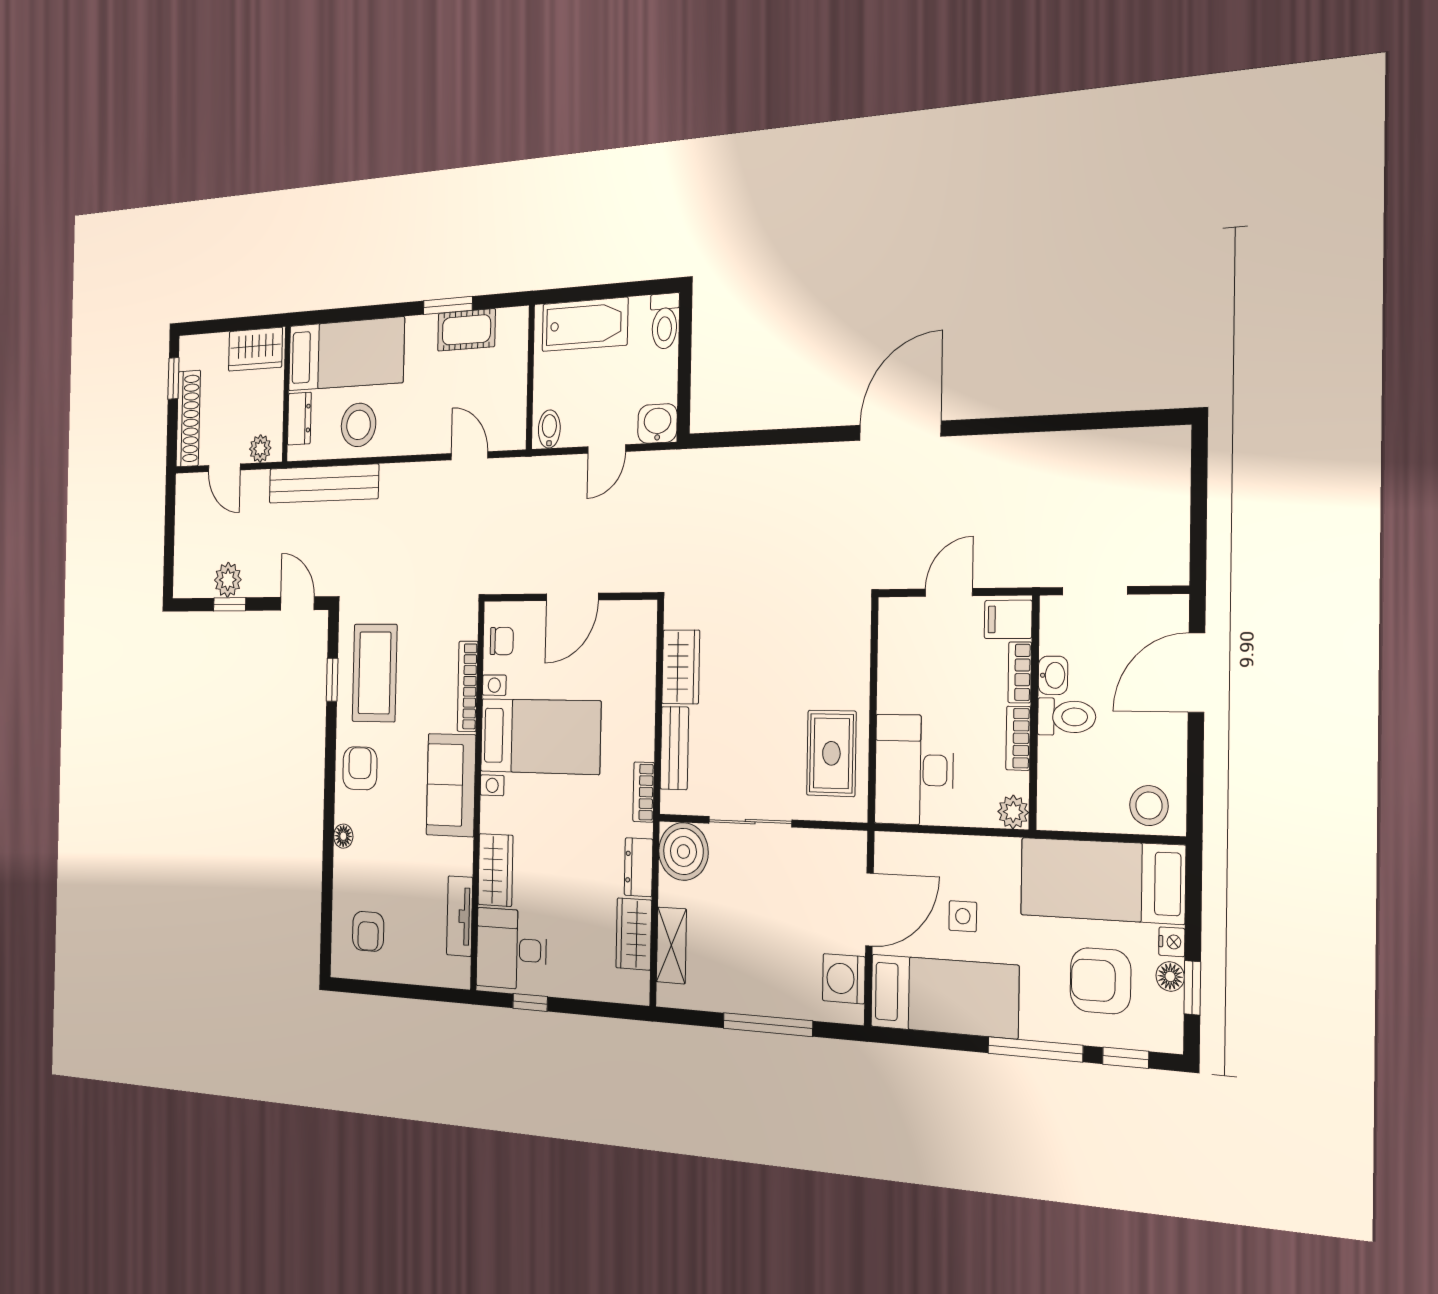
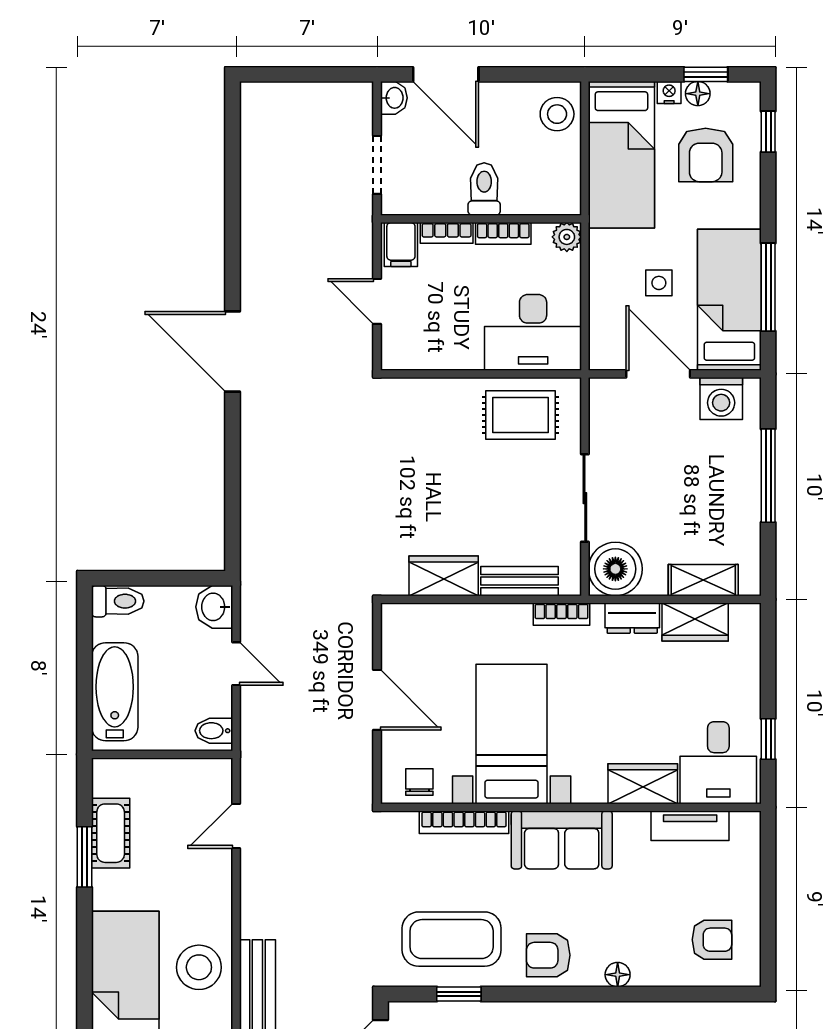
washbasin: (1053, 675) -> (394, 98), moved, turned 90
window: (1035, 1049) -> (768, 287), moved

